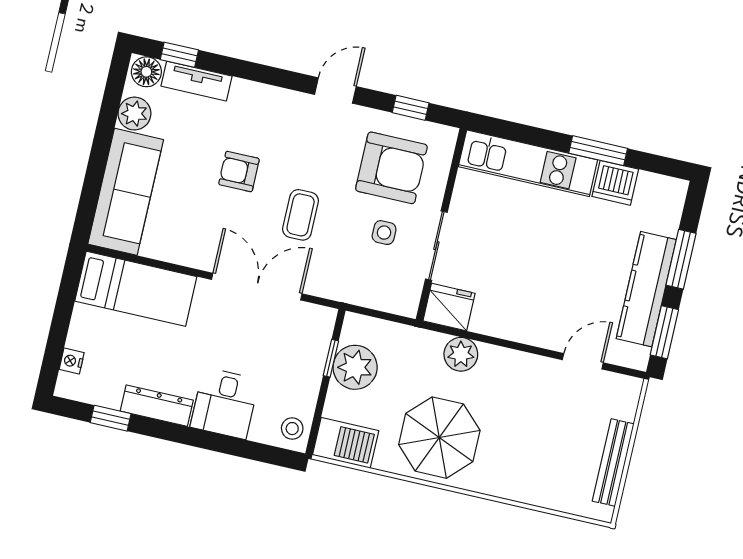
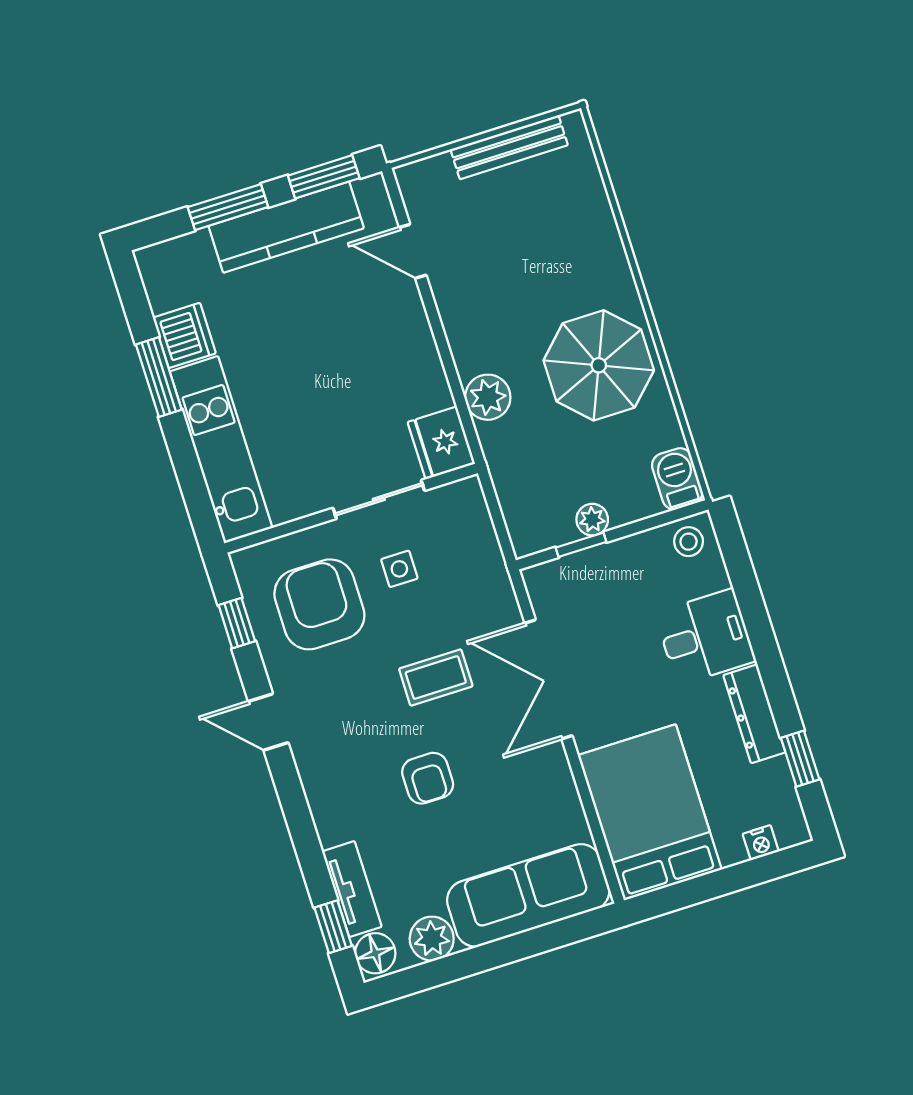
bed: (136, 289) -> (650, 812), width x1.50
plant: (355, 367) -> (592, 520), width x0.53, depth x0.53
barbecue: (346, 443) -> (677, 479), width x0.73, depth x0.79

